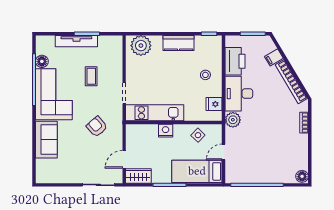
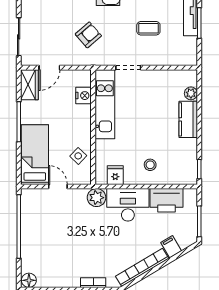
kitchen counter: (179, 43) -> (188, 119), moved
plant: (141, 46) -> (191, 93), width x0.53, depth x0.53
nightstand: (166, 131) -> (84, 96), moved
door: (124, 159) -> (49, 68), swing flipped

